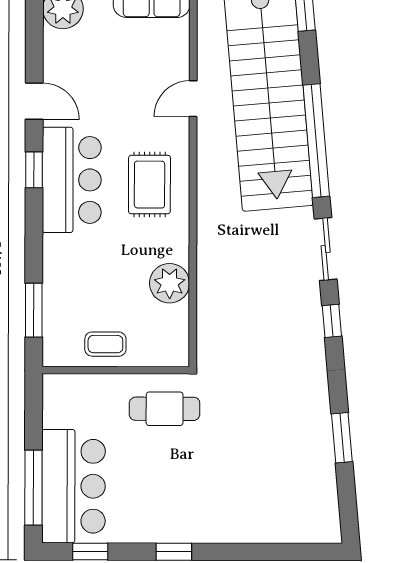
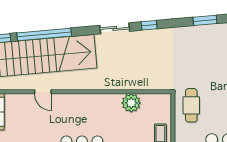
window: (316, 141) -> (44, 35), moved
rug: (149, 185) -> (84, 113), removed

